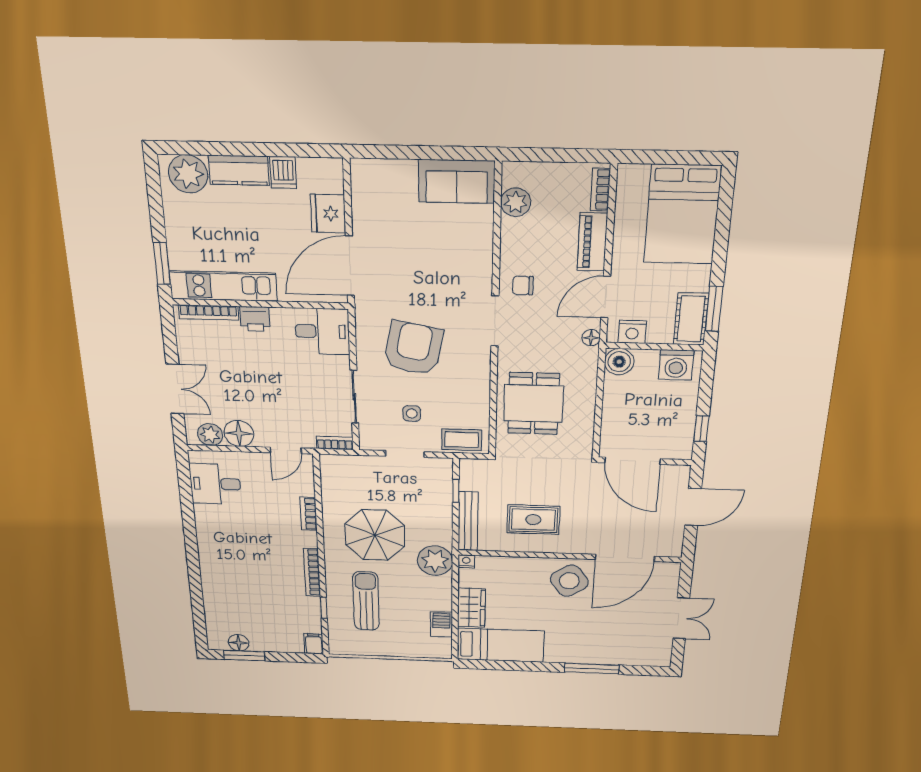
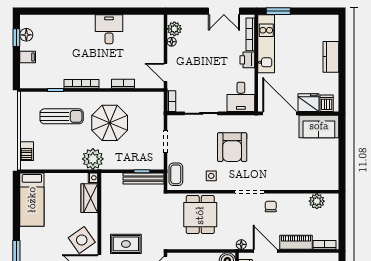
dishwasher: (283, 172) -> (327, 103), moved, turned 90
plant: (188, 174) -> (328, 30), removed
sofa: (457, 181) -> (319, 126), moved, turned -90
armchair: (413, 348) -> (232, 147), turned 79
double door: (175, 389) -> (224, 11), moved
dining table: (534, 404) -> (200, 215), turned 90
side table: (412, 413) -> (211, 176), moved
floor lamp: (239, 433) -> (172, 42), width x0.53, depth x0.53
desk: (215, 484) -> (109, 29), moved
rug: (533, 520) -> (126, 244), moved, turned 90
bench: (468, 521) -> (143, 179), moved
wardrobe: (471, 608) -> (89, 198), moved, turned 90
barbecue: (441, 624) -> (27, 151), moved, turned 90
filing cabinet: (314, 644) -> (28, 57), moved
window: (244, 656) -> (16, 38), width x0.67

